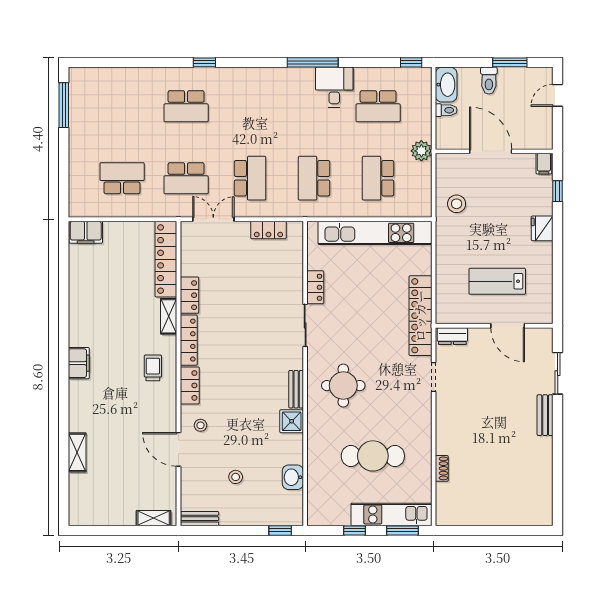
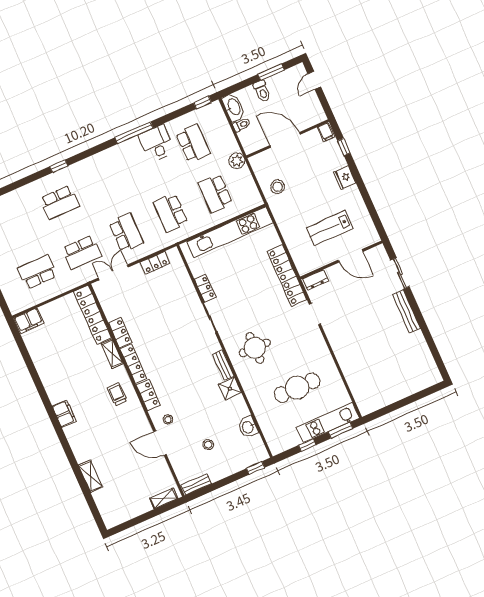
school desk: (378, 106) -> (193, 143), turned -90
bench: (545, 415) -> (406, 311), width x1.36
shoe rack: (442, 468) -> (349, 375), removed

